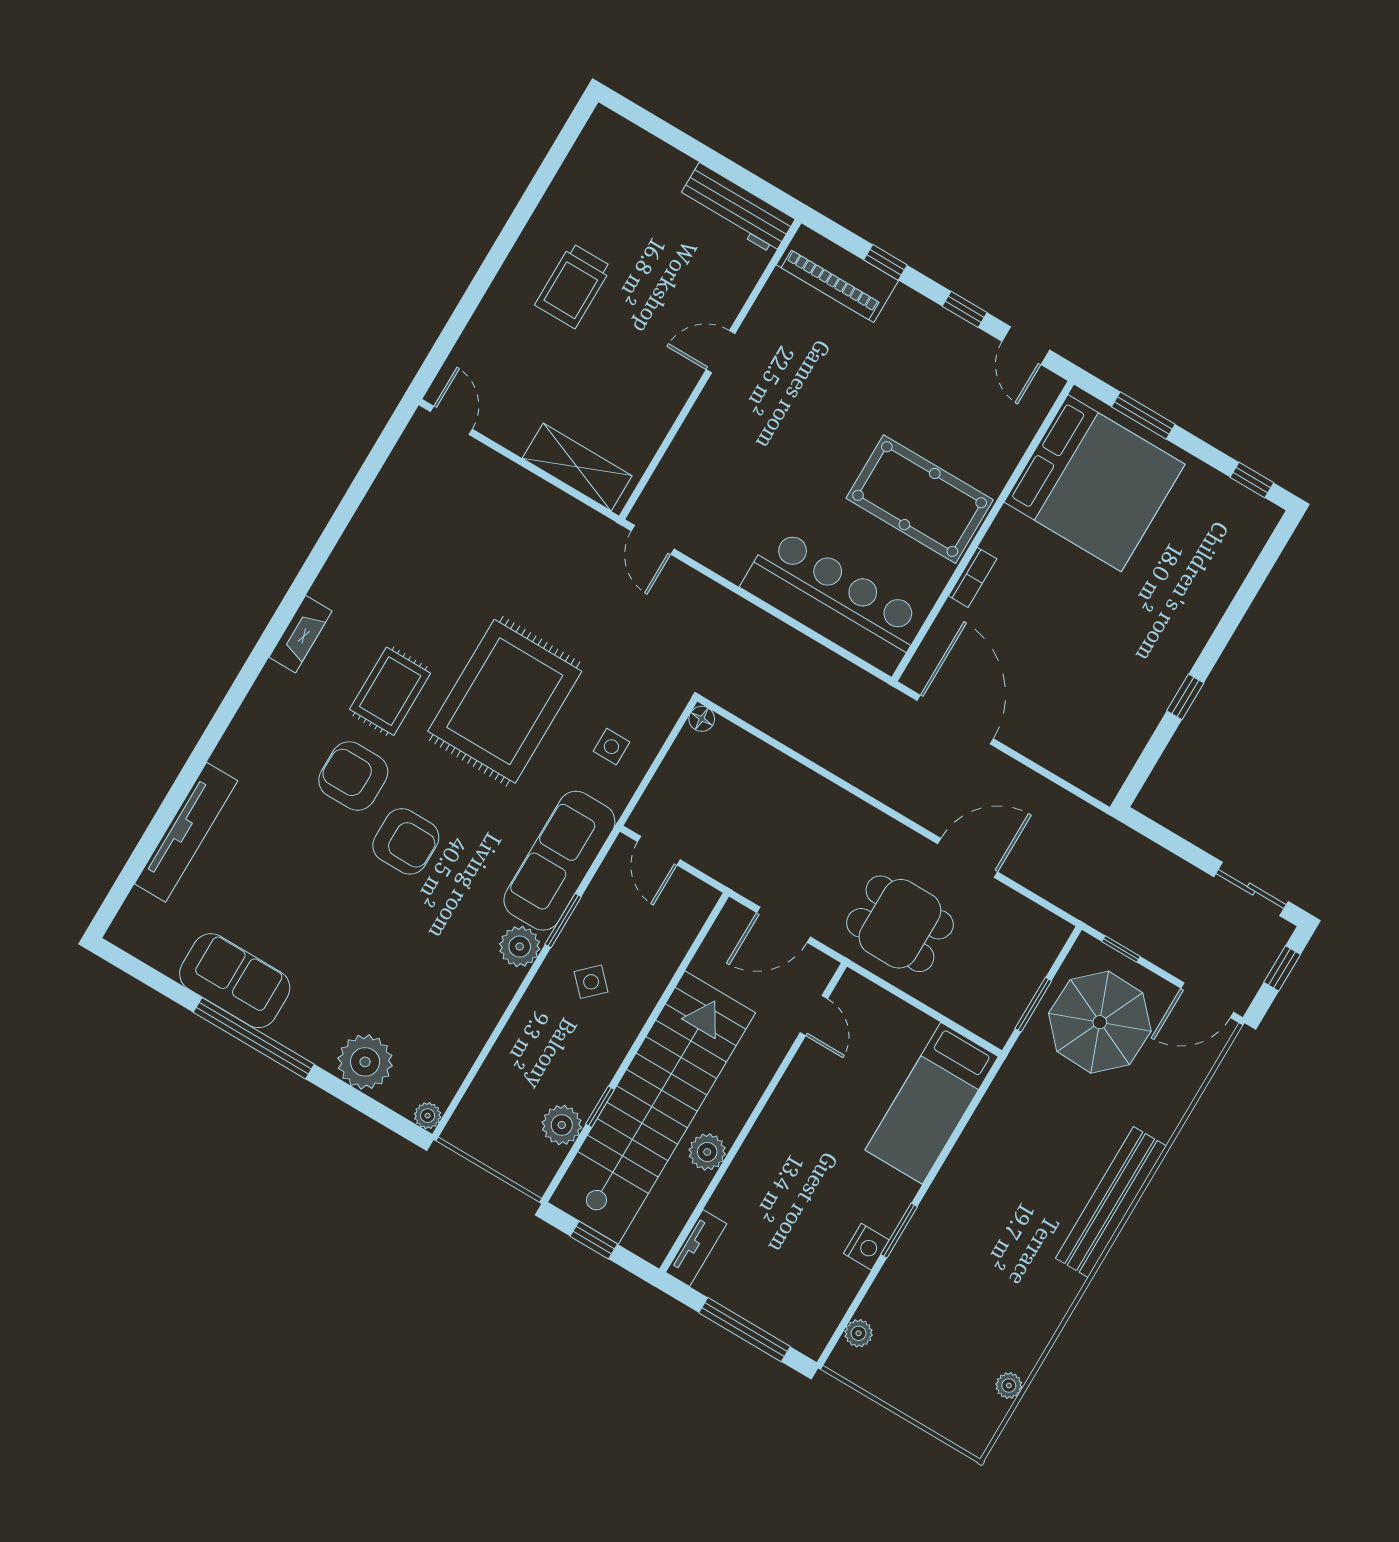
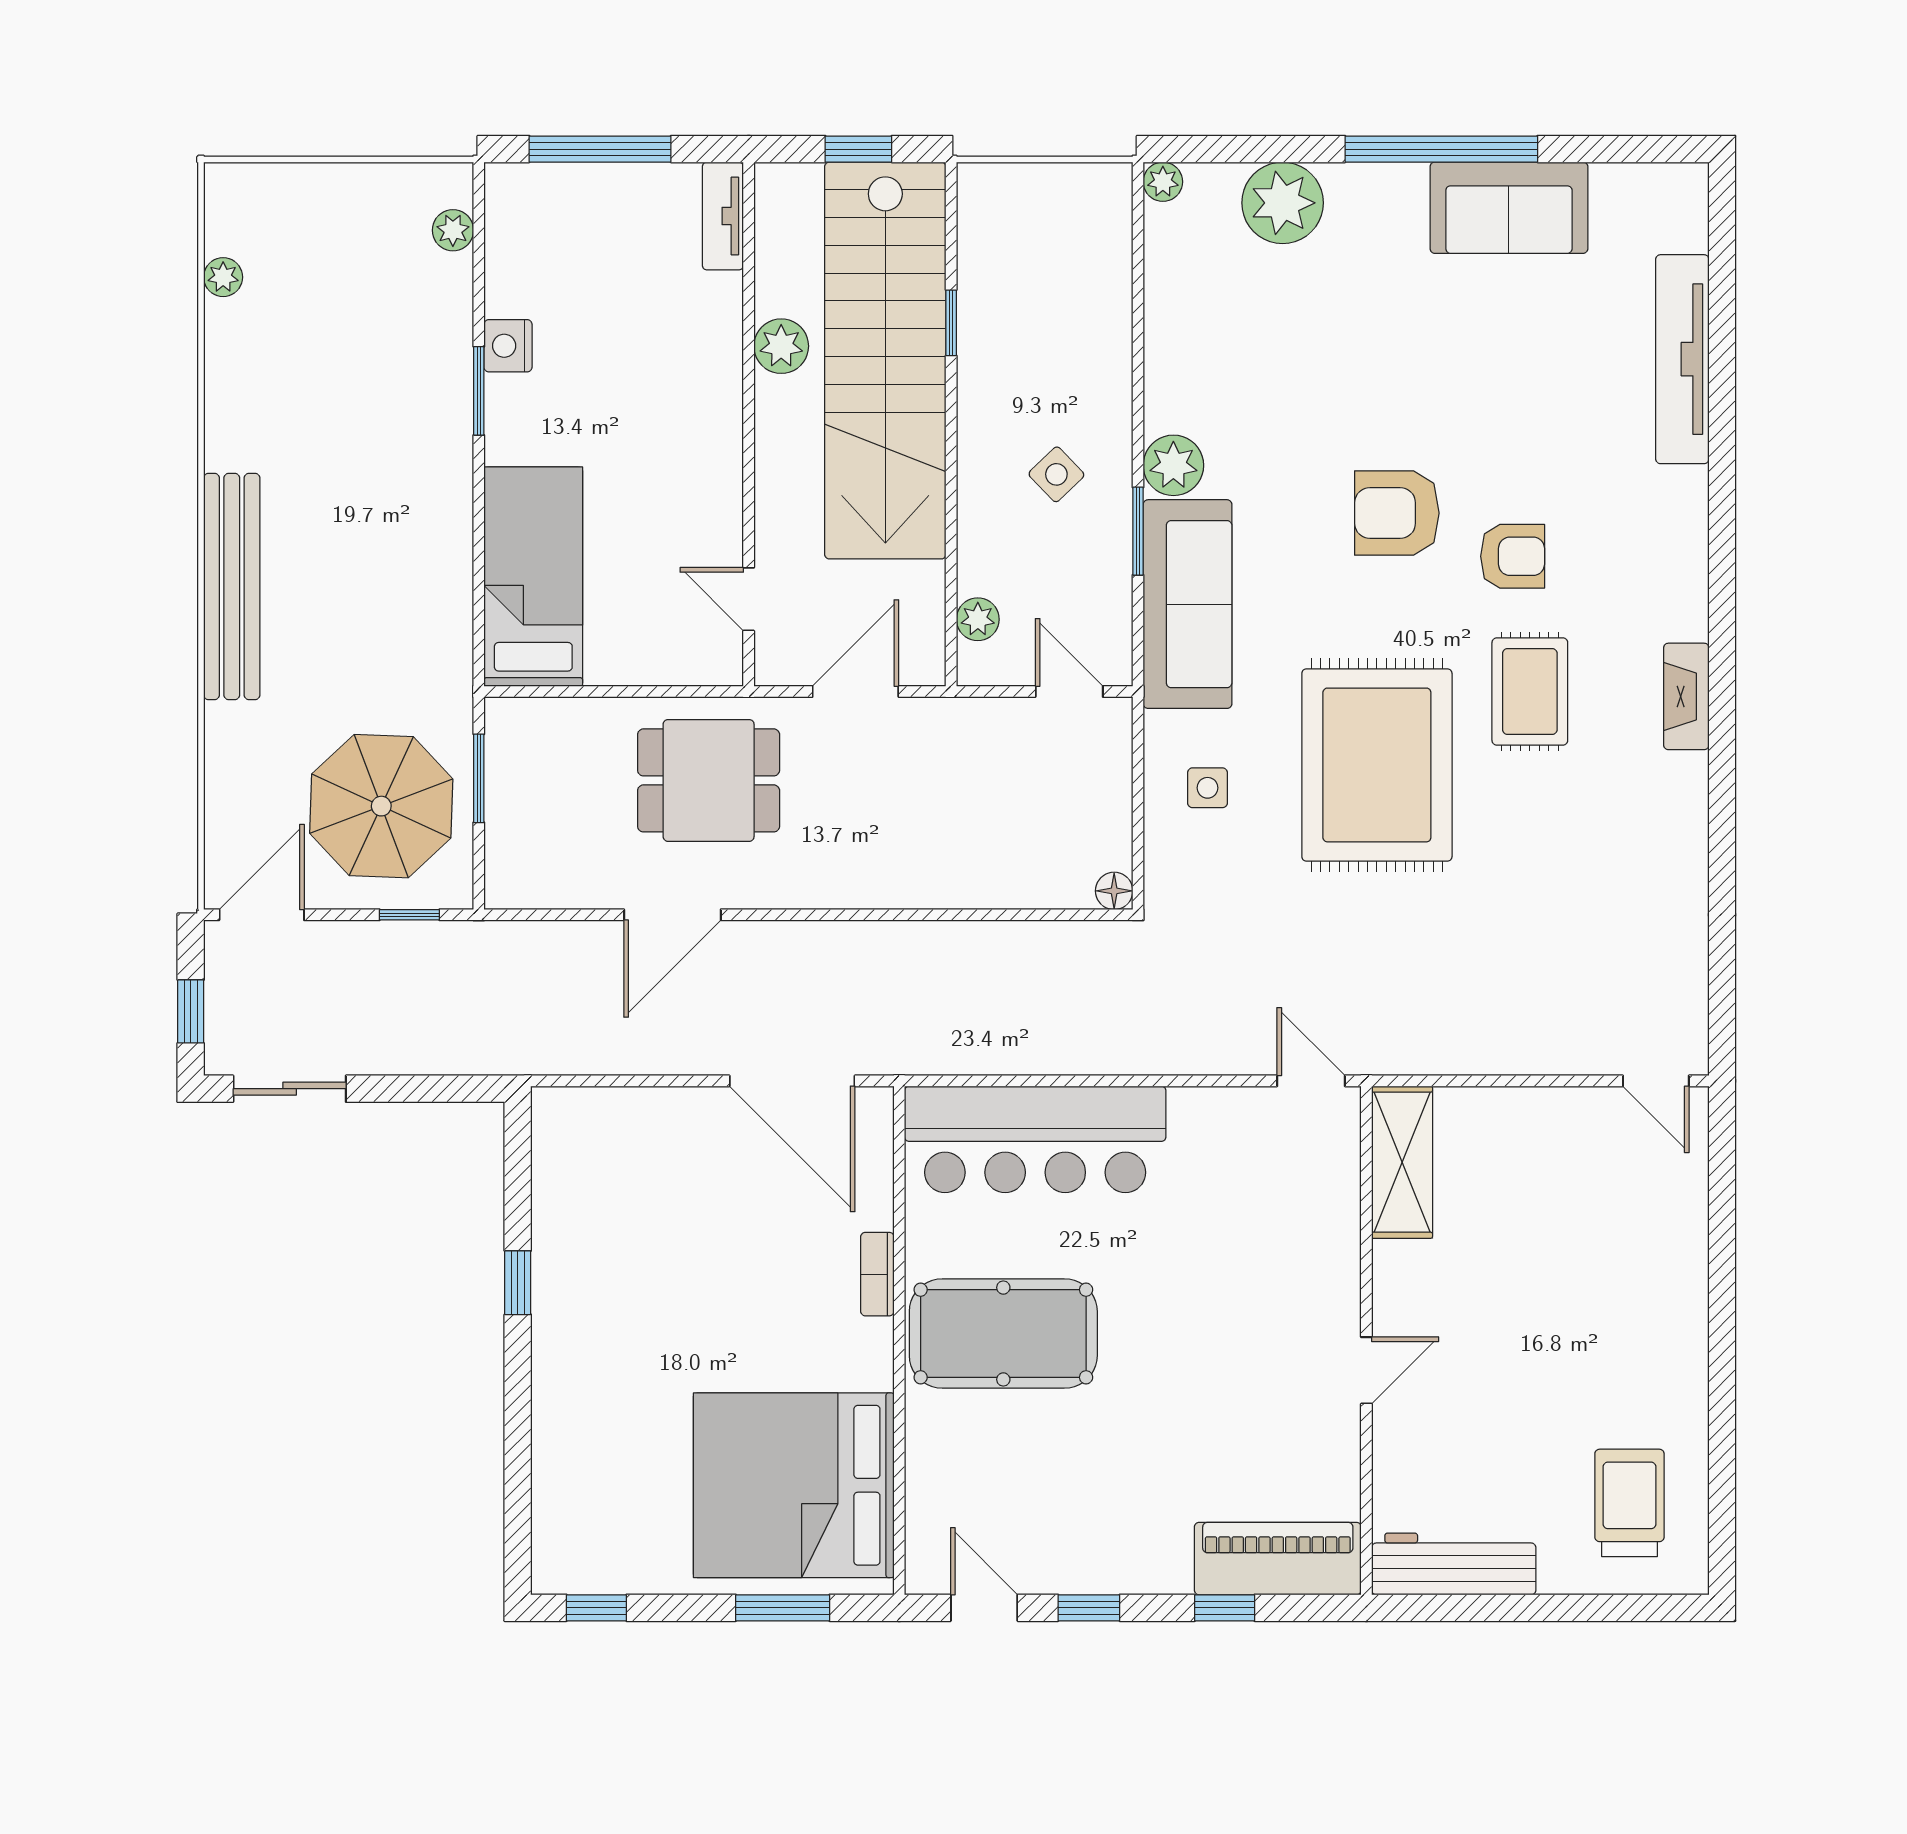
trolley: (573, 286) -> (1629, 1503), moved
shelving: (577, 467) -> (1402, 1162), moved, turned 90
armchair: (353, 776) -> (1513, 556), width x0.72, depth x0.72
plant: (562, 1125) -> (978, 619), moved, width x0.73, depth x0.73

